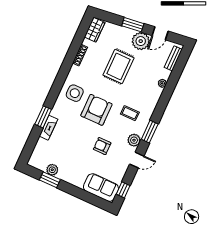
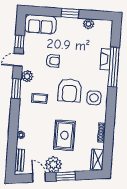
door: (160, 33) -> (39, 178), hinge flipped
window: (43, 117) -> (114, 67), width x2.11
window: (50, 180) -> (70, 13), moved
window: (123, 190) -> (19, 42), moved

